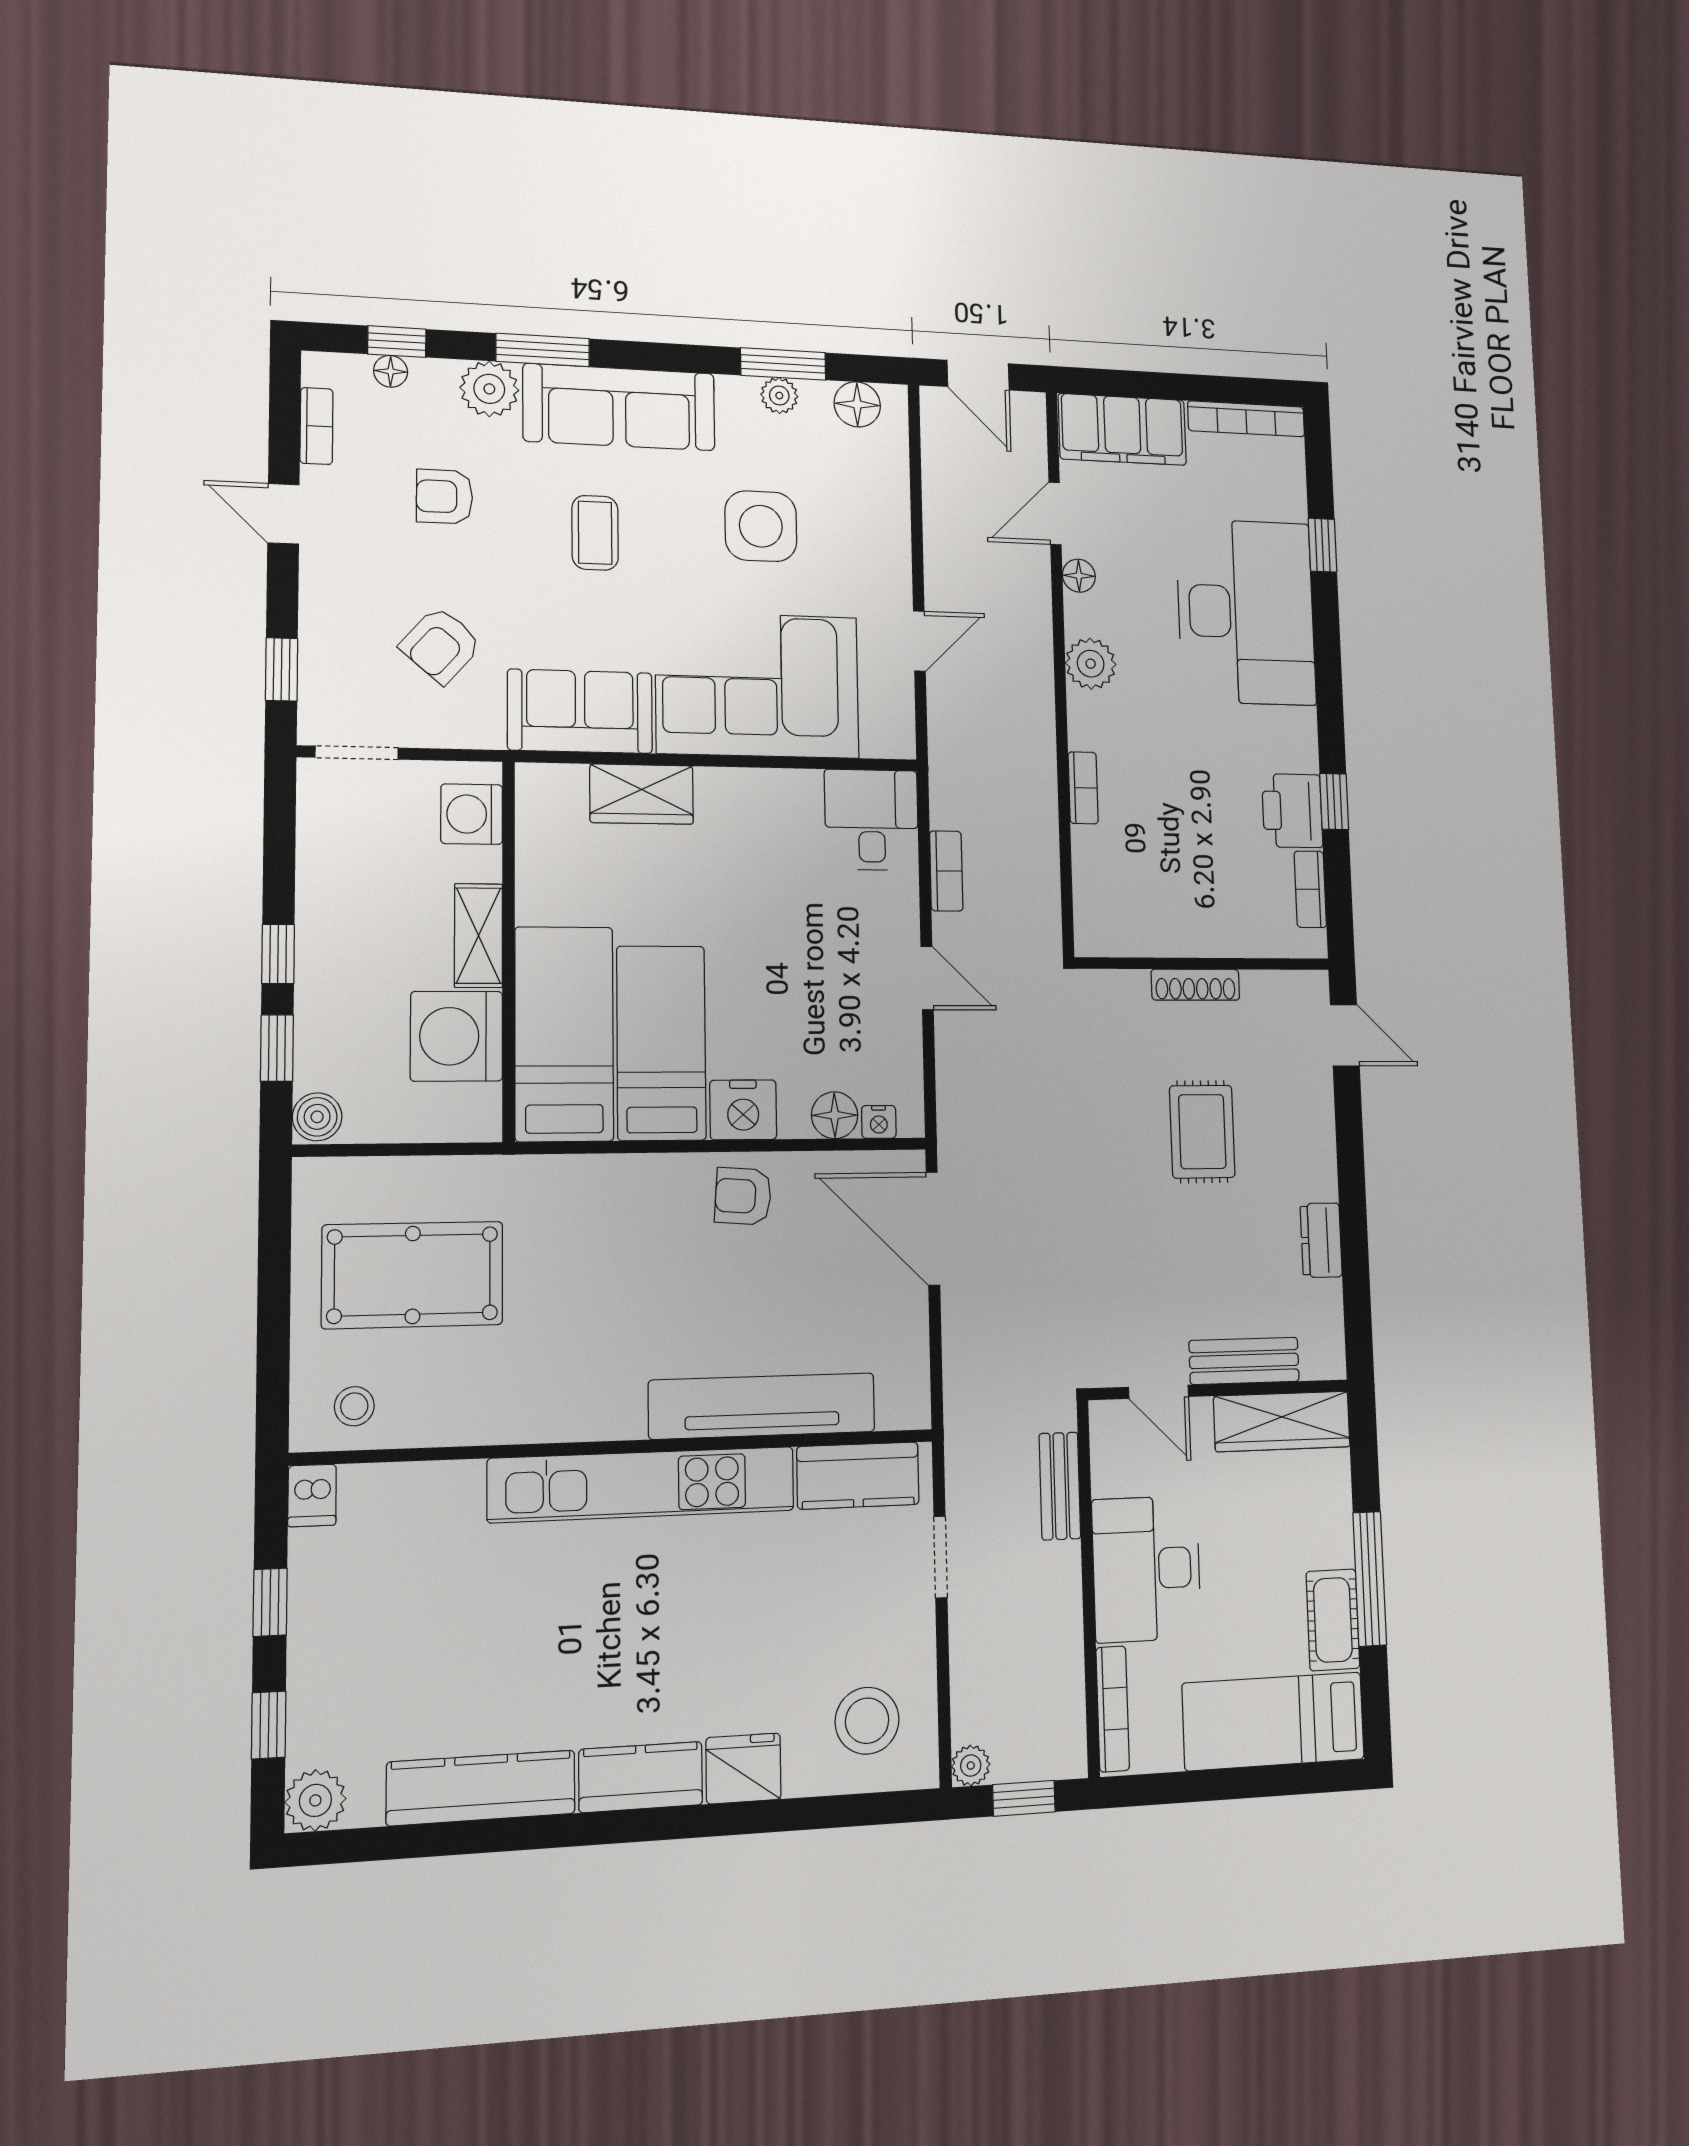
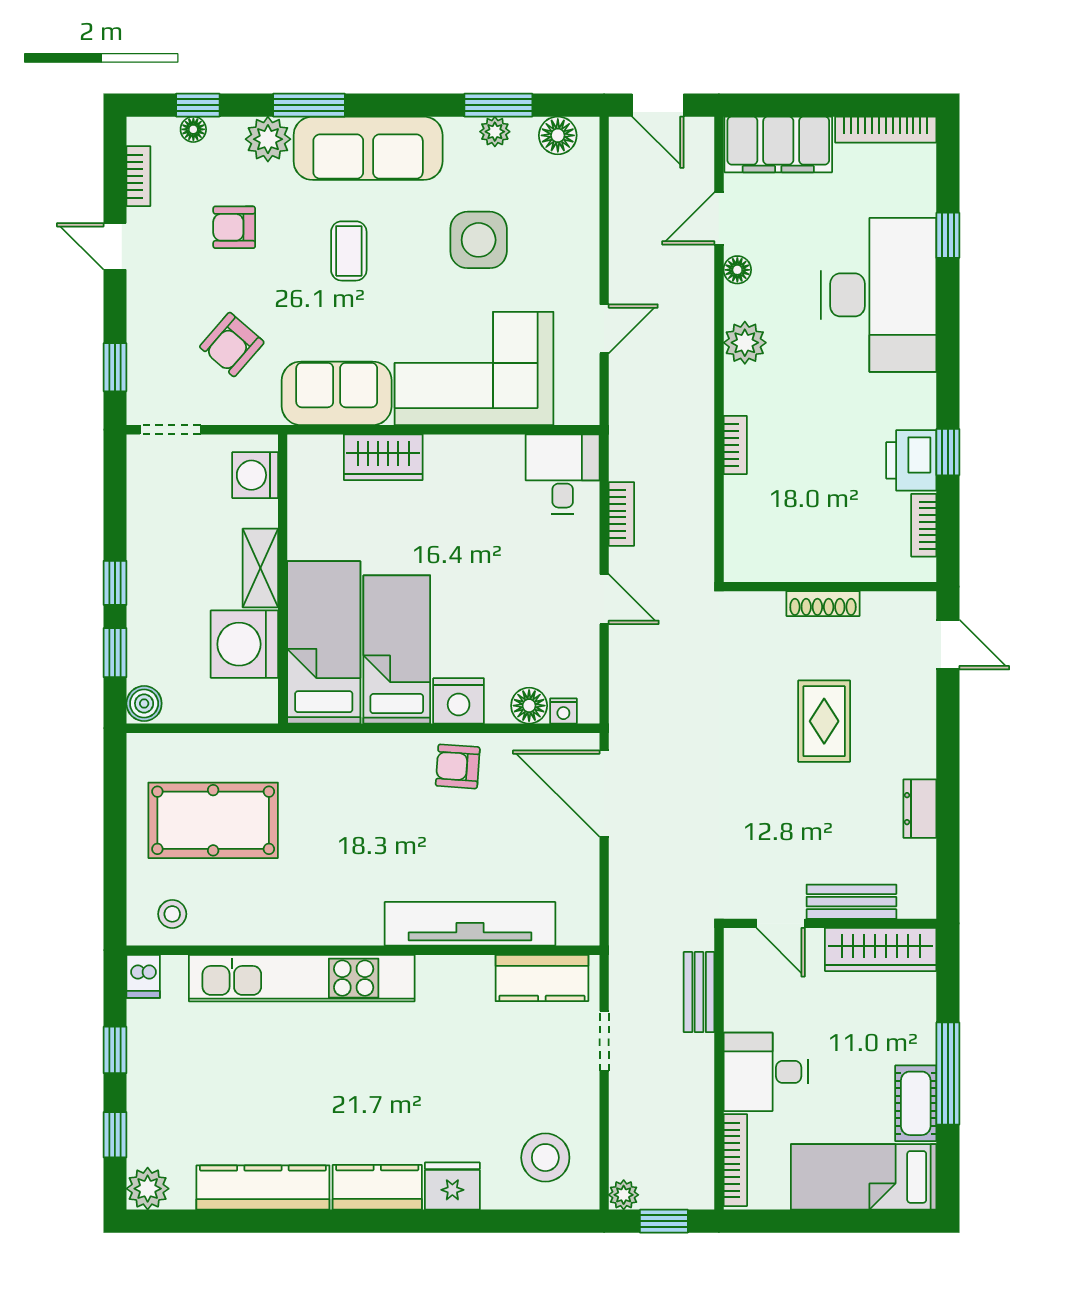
kitchen unit: (642, 1485) -> (302, 978), moved
desk: (1146, 1569) -> (766, 1072), width x0.73

